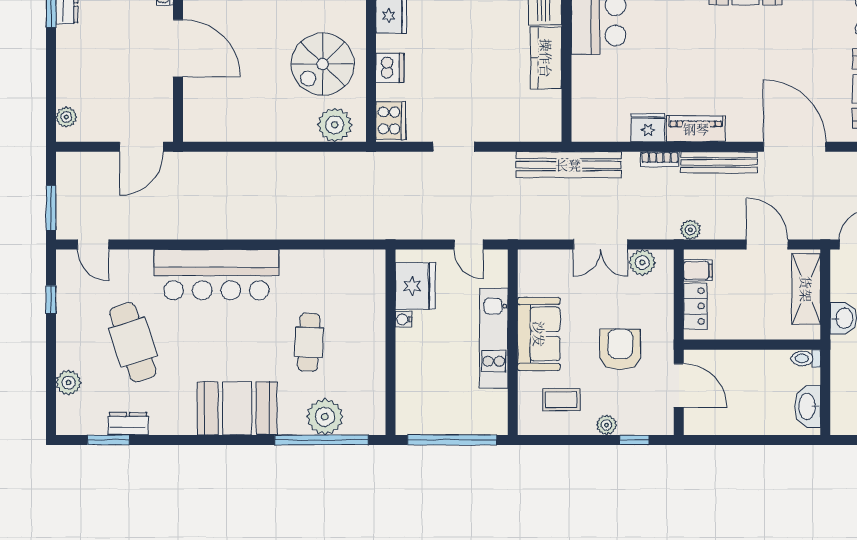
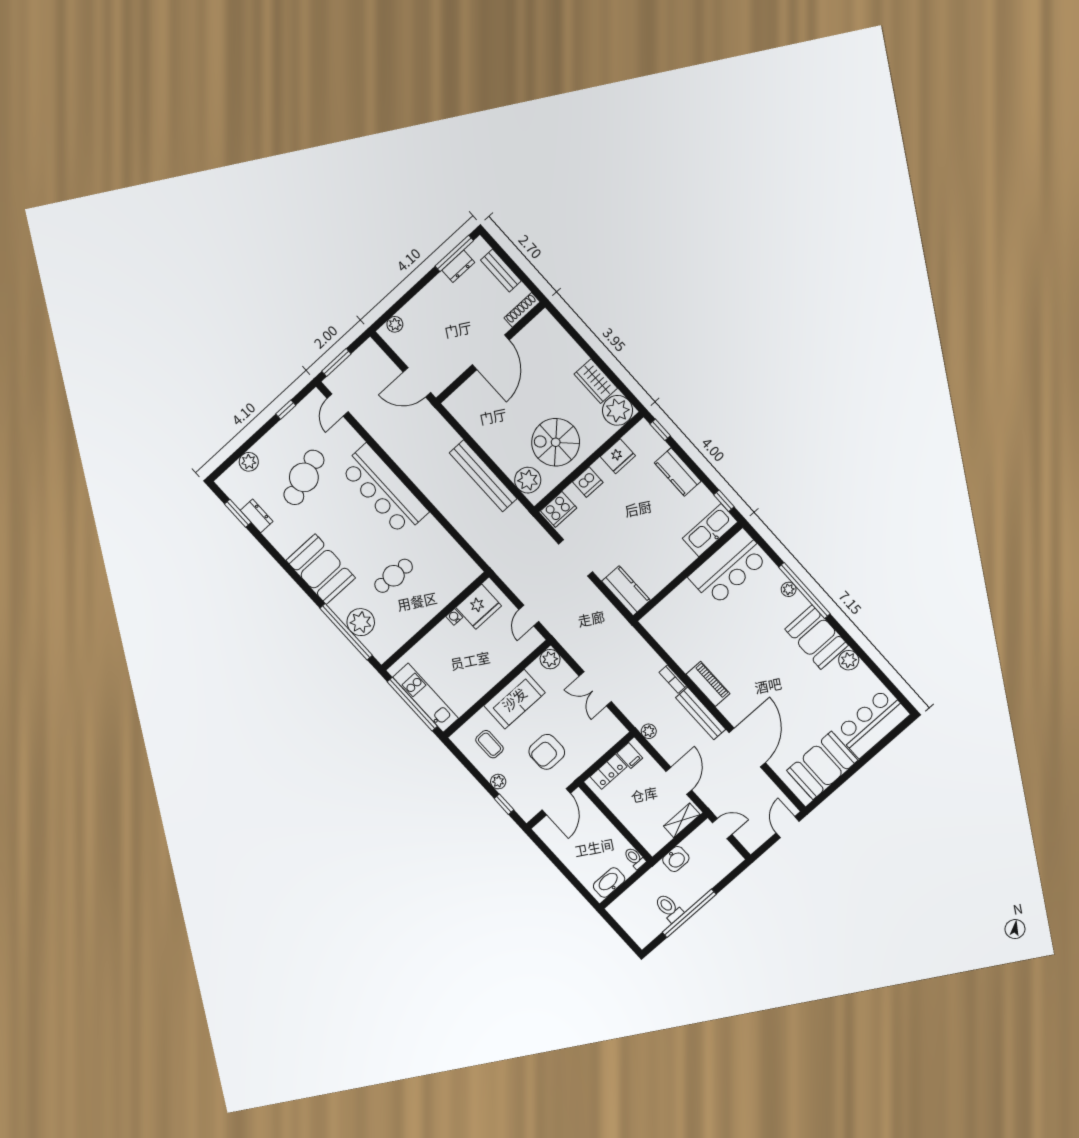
kitchen counter: (546, 58) -> (626, 591), moved, turned 90
fridge: (648, 128) -> (685, 657), removed
doorway: (454, 147) -> (576, 558), width x1.38
bench: (568, 165) -> (483, 476), moved
plant: (642, 263) -> (550, 659), moved
shelving: (806, 289) -> (682, 820), width x0.67, depth x0.75
kitchen unit: (494, 338) -> (426, 698), moved, turned 90
armchair: (620, 349) -> (547, 752), turned 180

